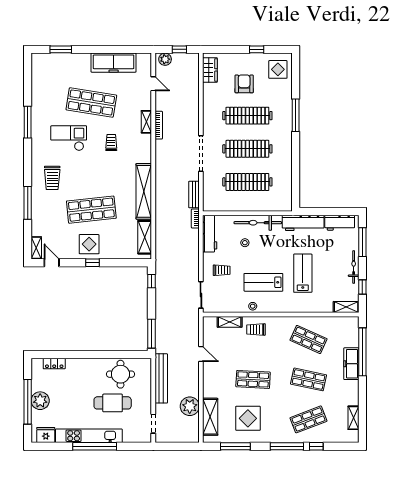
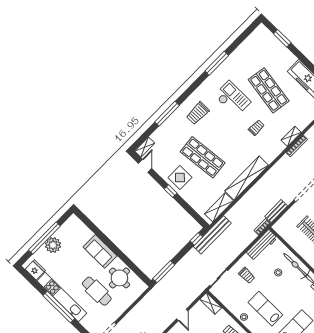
shelving: (230, 322) -> (211, 303), moved
locker: (54, 364) -> (85, 230), removed
sofa: (83, 368) -> (100, 251), added
bench: (161, 378) -> (212, 235), moved

